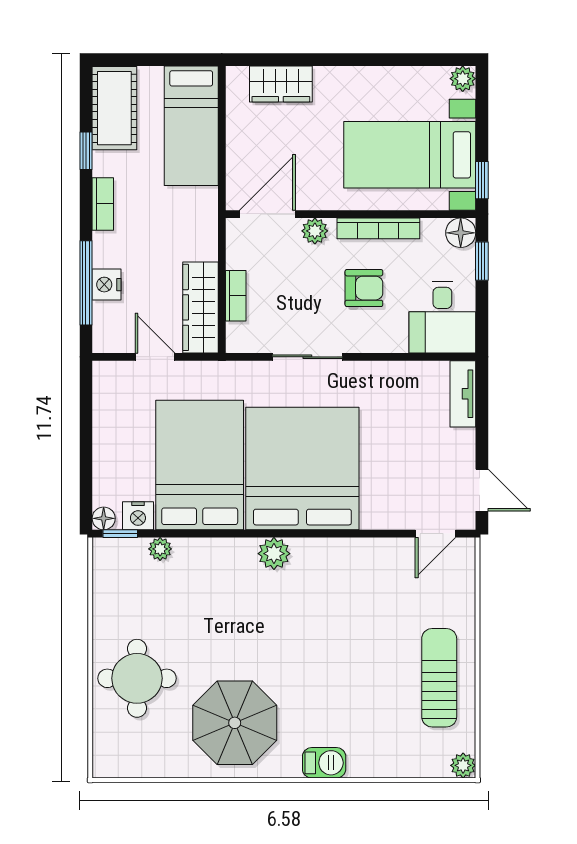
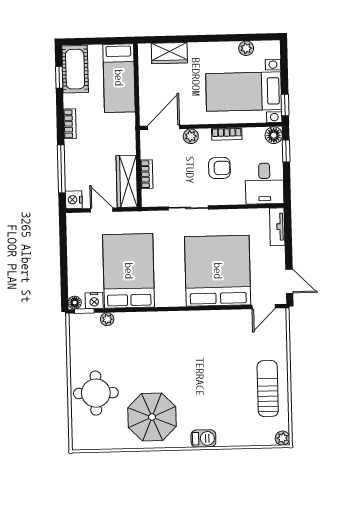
plant: (463, 79) -> (246, 48), moved
window: (86, 151) -> (59, 77), moved
bookcase: (378, 228) -> (227, 134), width x0.64
nightstand: (107, 285) -> (74, 200), moved
bed: (302, 469) -> (218, 271), moved
plant: (274, 554) -> (172, 320), removed

